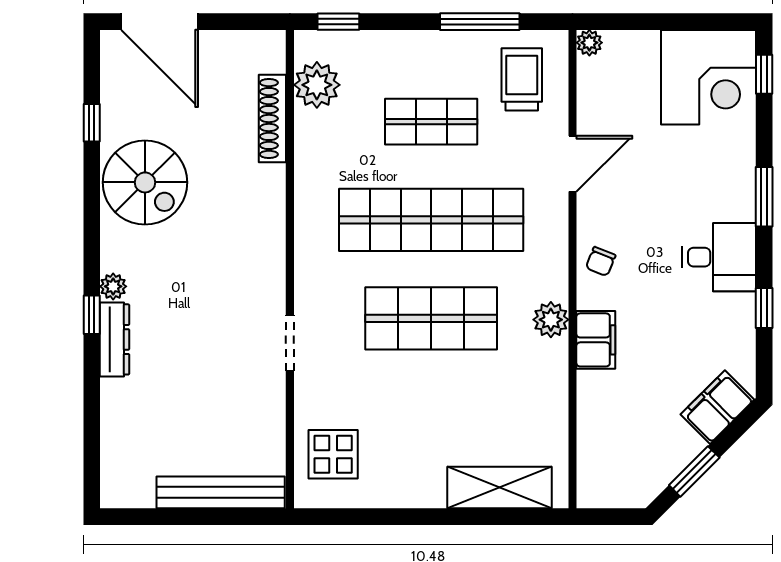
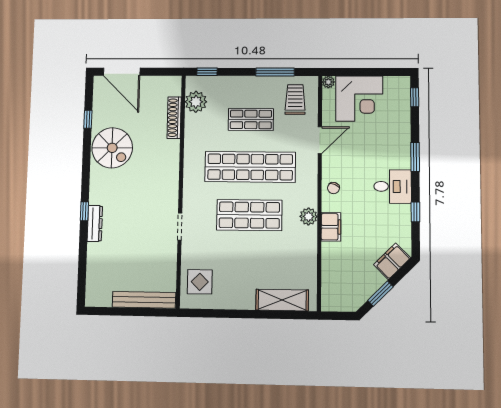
corner desk: (709, 77) -> (359, 99), moved
plant: (113, 286) -> (95, 198), removed

